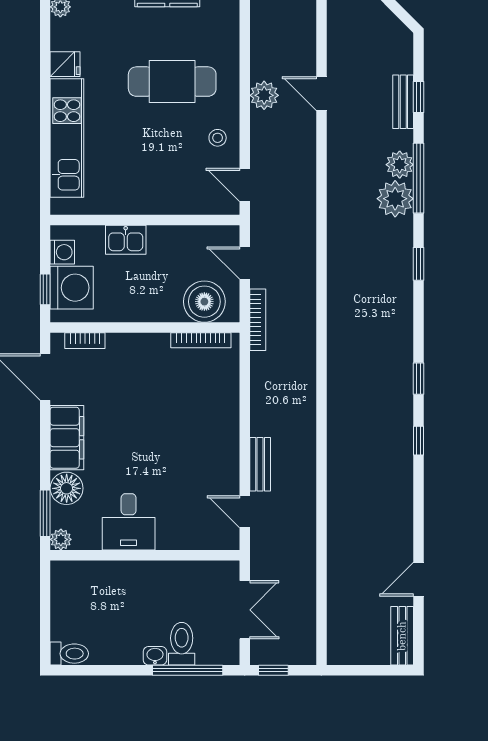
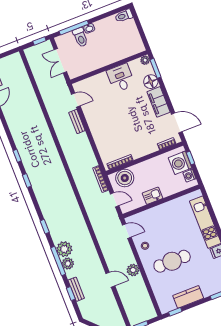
kitchen sink: (126, 240) -> (152, 196), moved

